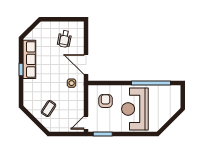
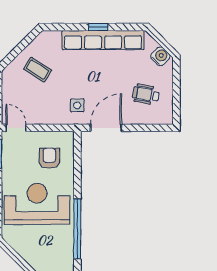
water cooler: (40, 30) -> (160, 56), added
row of seats: (29, 59) -> (103, 40), width x1.36
armchair: (106, 101) -> (49, 158), turned -90

